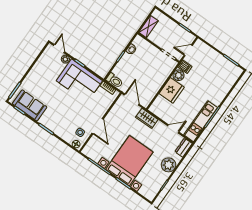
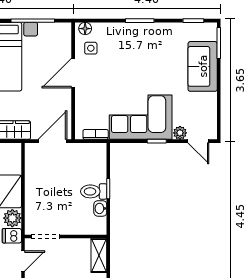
toilet: (114, 80) -> (94, 191), moved
door: (132, 100) -> (53, 141), swing flipped
sofa: (30, 105) -> (203, 66), moved, turned 90
door: (98, 126) -> (73, 73), hinge flipped

